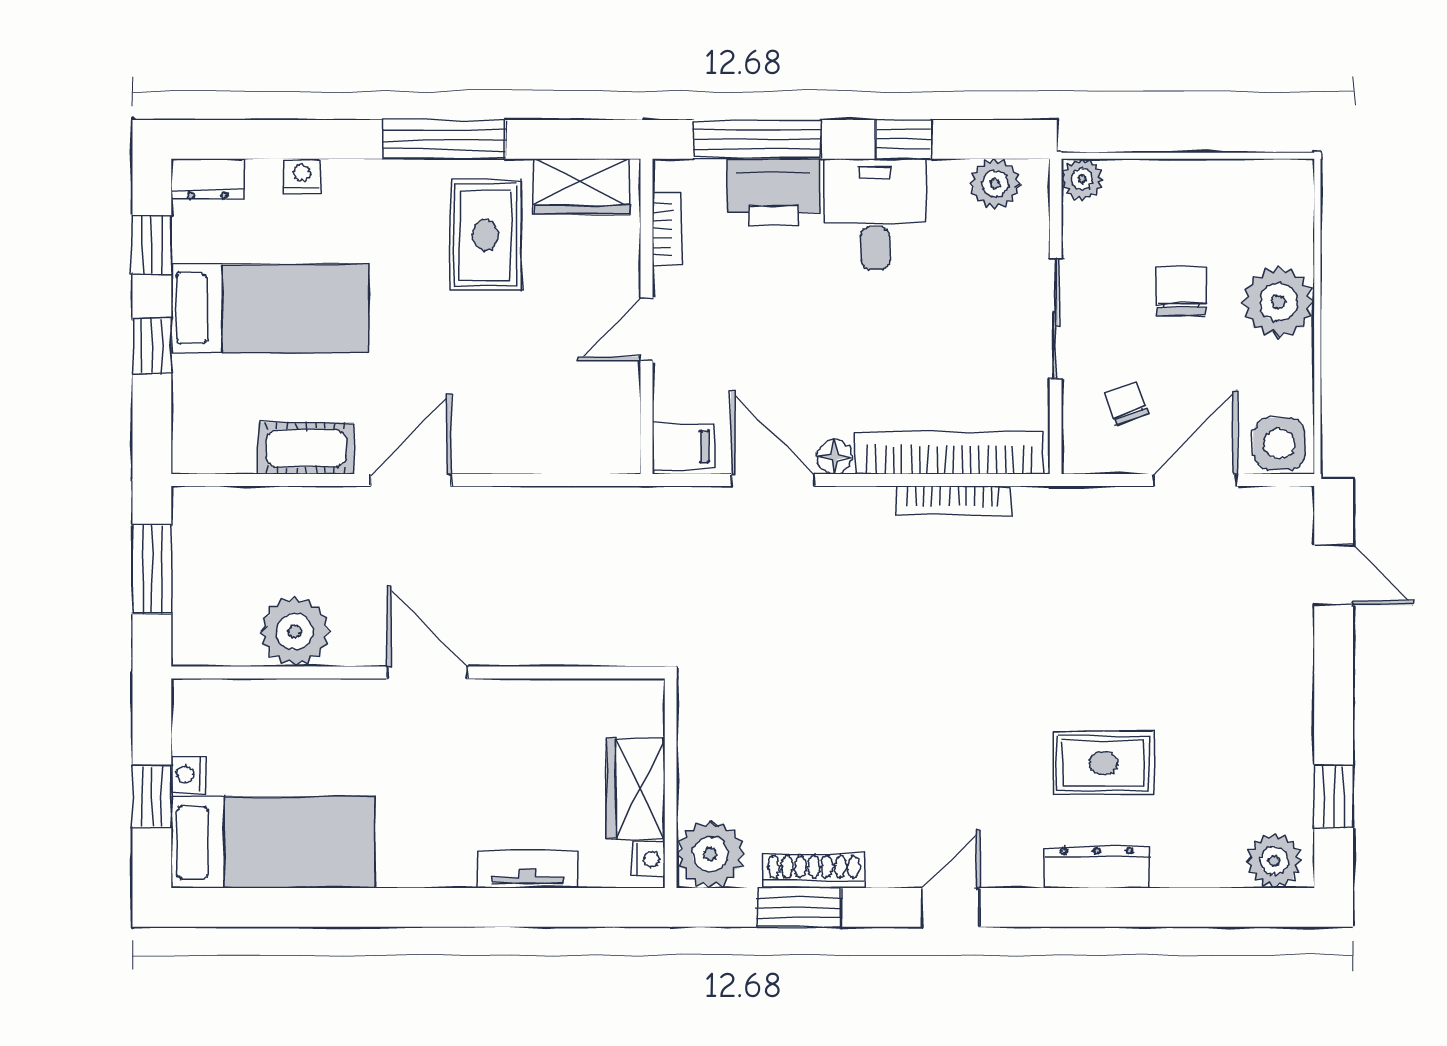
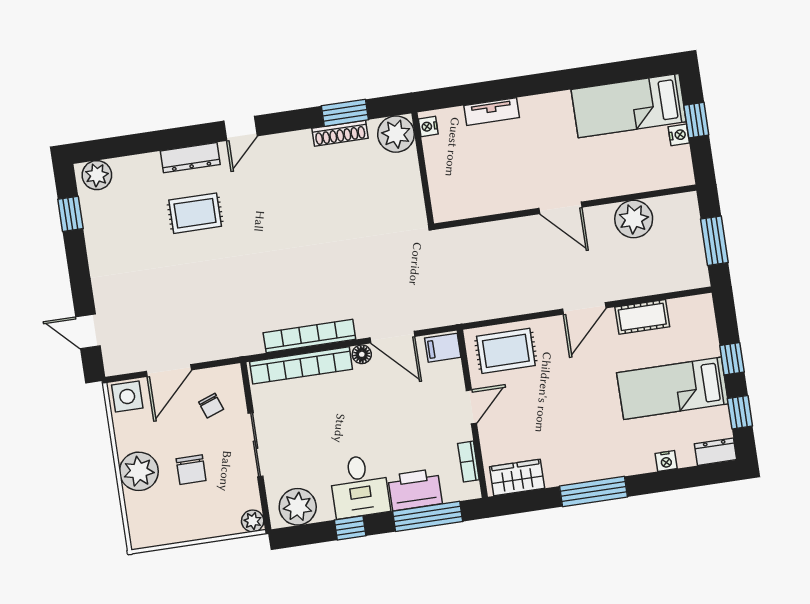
plant: (995, 184) -> (298, 507), width x1.36, depth x1.36
rug: (486, 235) -> (506, 351), moved, turned 90
bookcase: (953, 500) -> (309, 336), width x1.48, depth x1.31
wardrobe: (636, 788) -> (441, 163), removed
door: (951, 907) -> (240, 128), moved

